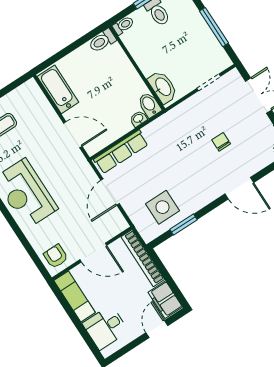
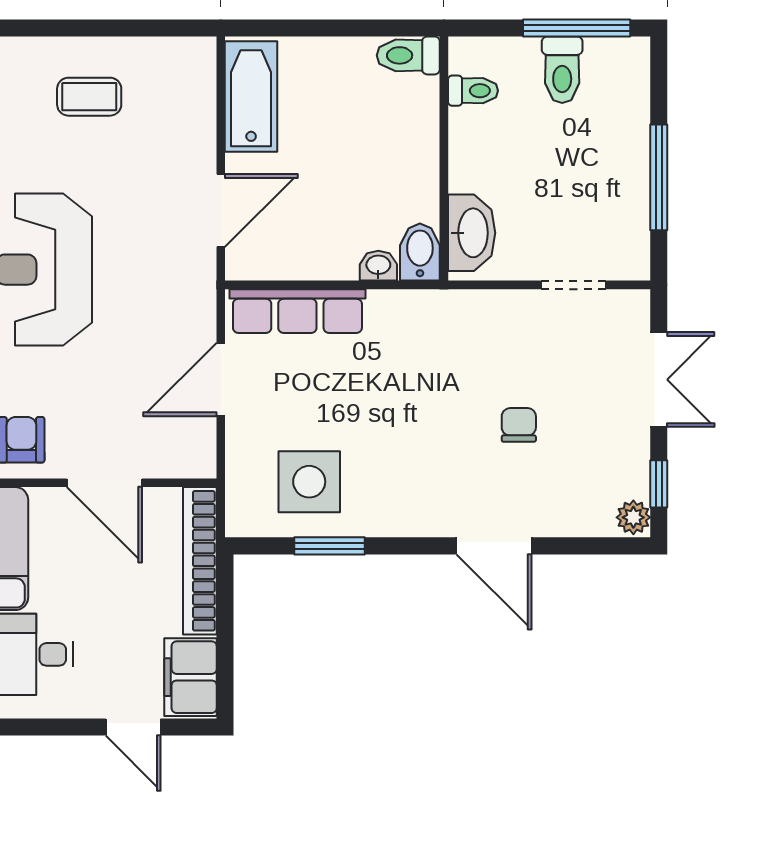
toilet: (123, 25) -> (473, 91), moved
door: (73, 135) -> (221, 211), hinge flipped
door: (157, 329) -> (133, 727), swing flipped

